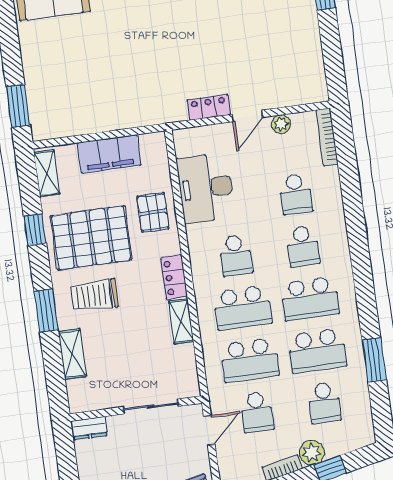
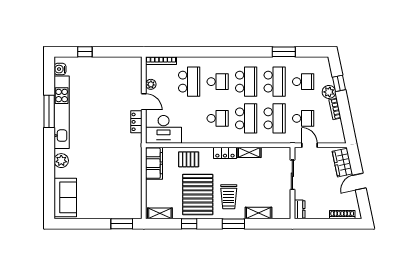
filing cabinet: (109, 154) -> (154, 163), moved
desk: (206, 188) -> (164, 129), moved
school desk: (296, 194) -> (189, 82), width x1.85

